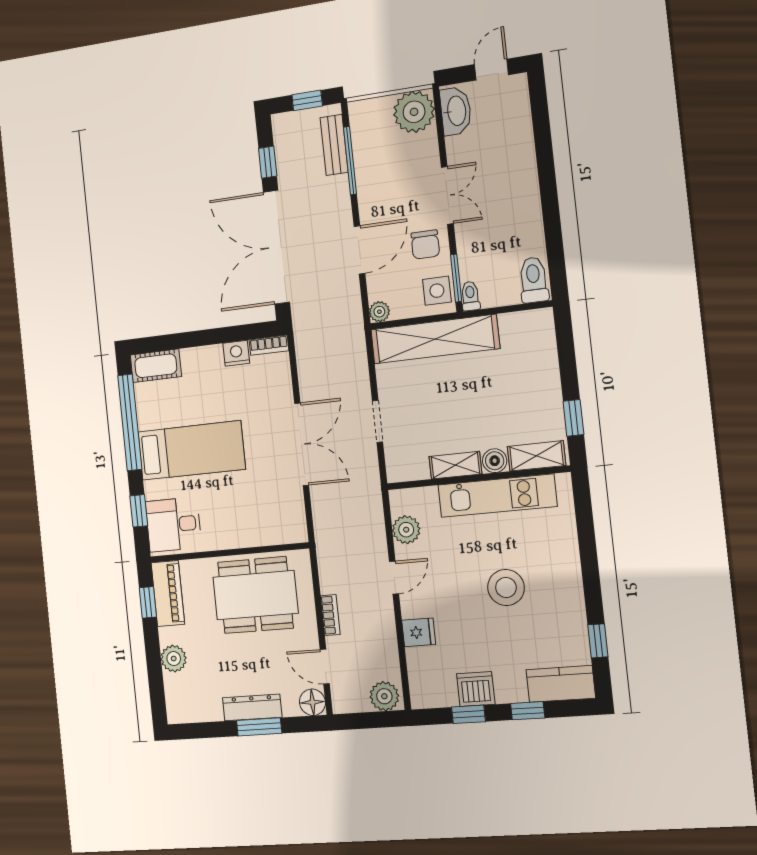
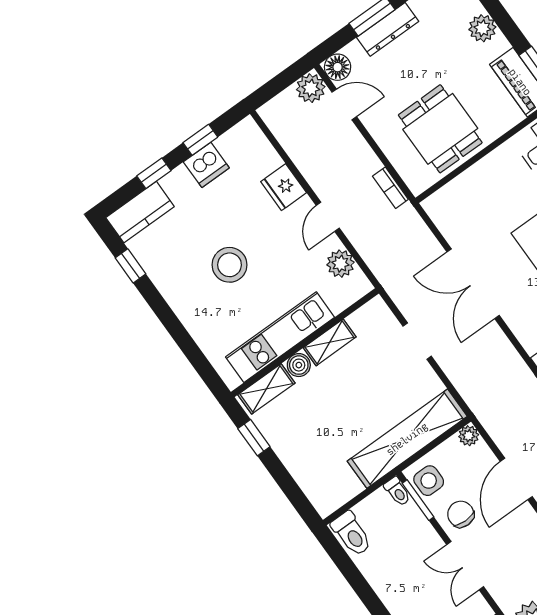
dining table: (255, 595) -> (440, 129), width x0.73
bookcase: (330, 615) -> (390, 188), moved
fridge: (419, 632) -> (284, 187), width x1.38
plant: (384, 696) -> (311, 88), moved

